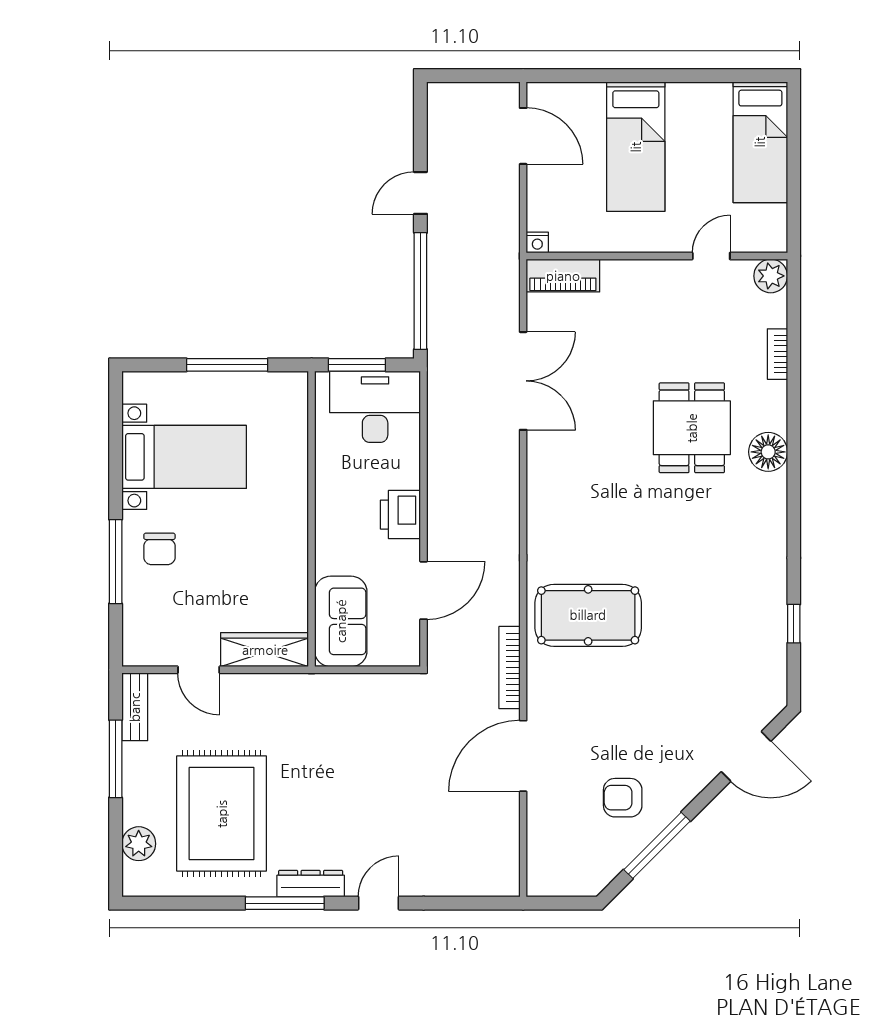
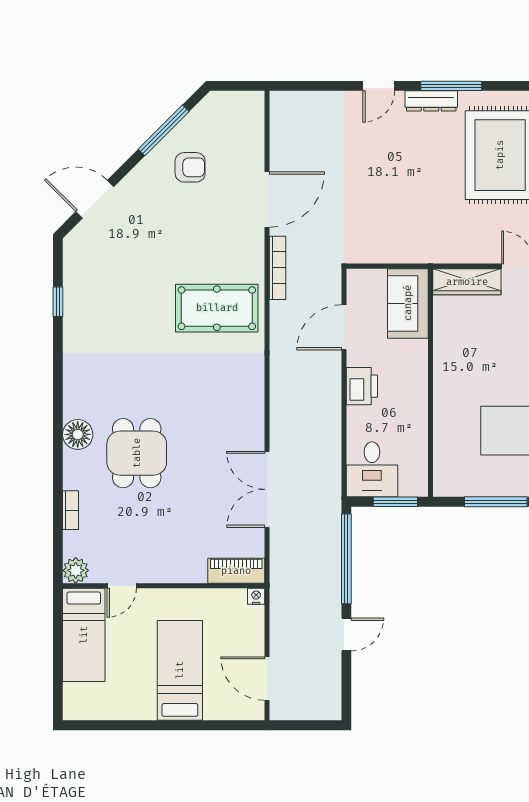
bed: (760, 142) -> (84, 635), moved, turned 180
desk: (375, 407) -> (372, 469), width x0.73

